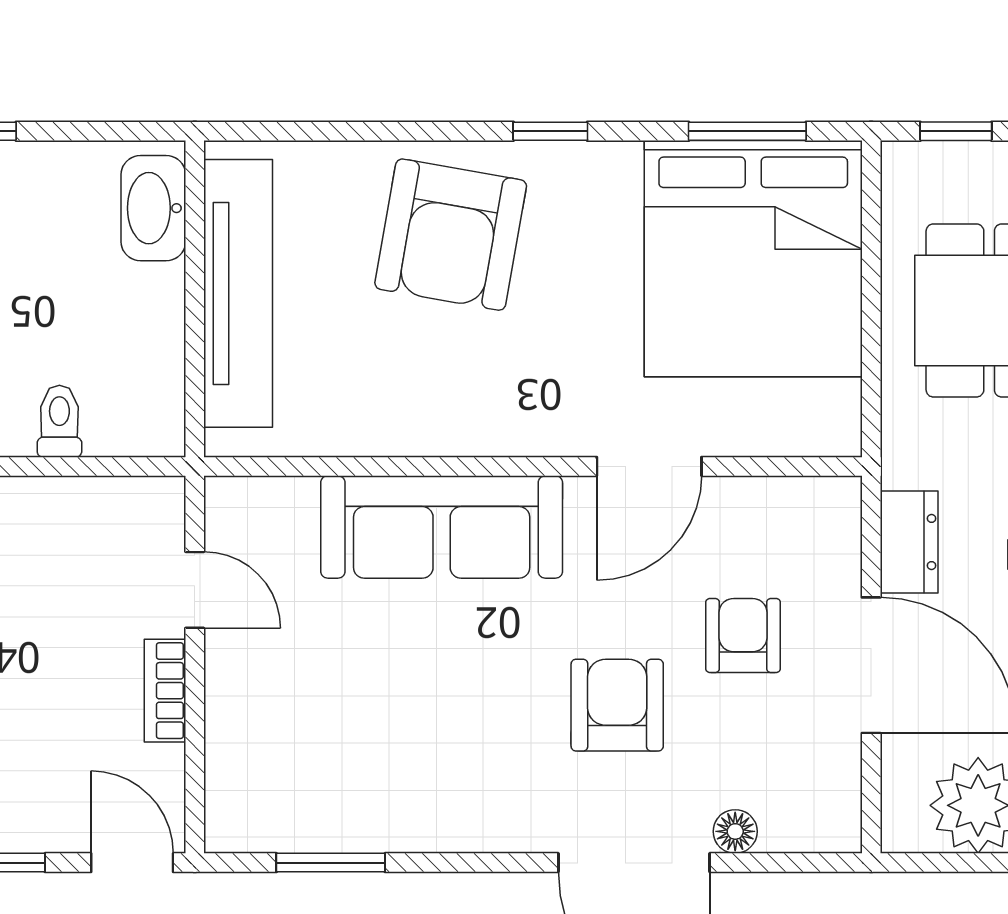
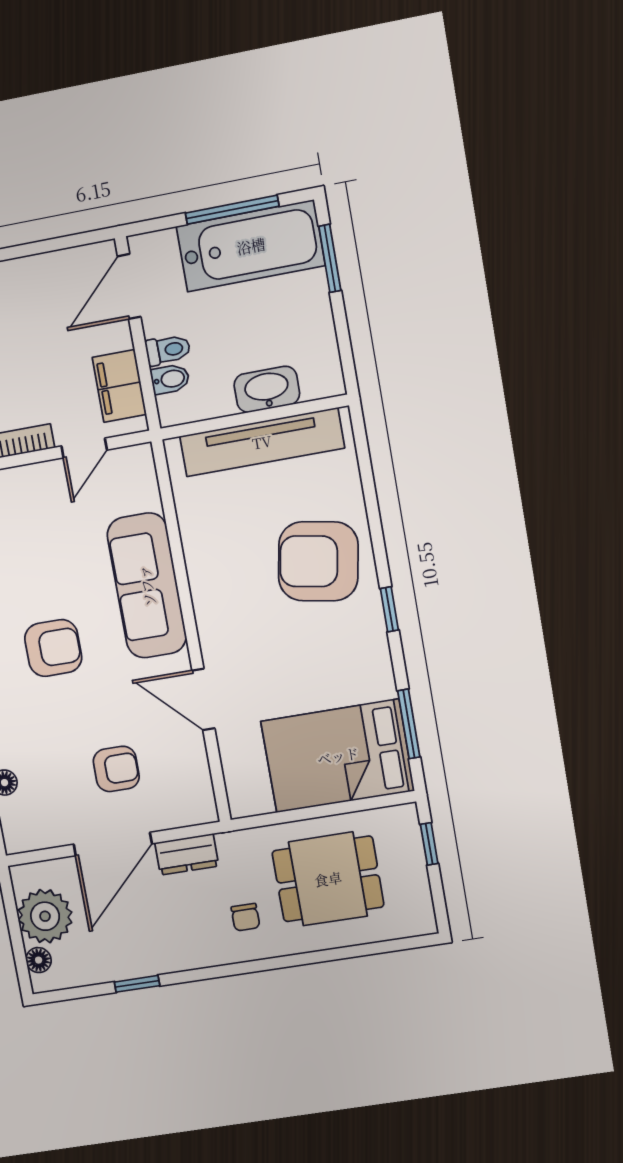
washbasin: (153, 208) -> (267, 389), moved
bed: (753, 259) -> (338, 756), width x0.73
bidet: (108, 426) -> (170, 379), added
filing cabinet: (103, 512) -> (119, 386), added
armchair: (617, 705) -> (53, 648), moved

